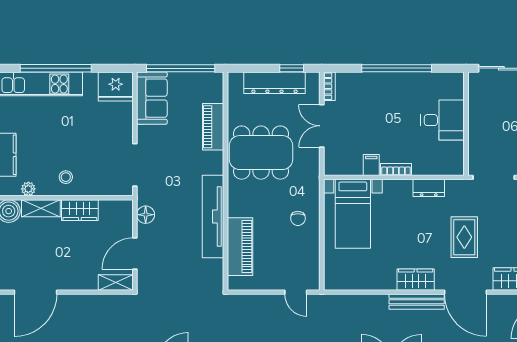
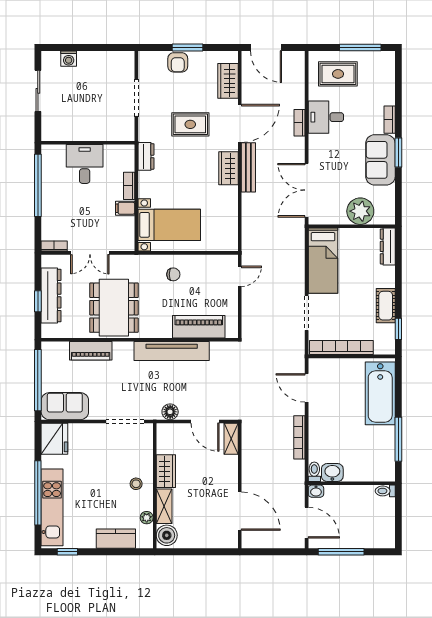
window: (292, 68) -> (38, 301), moved
desk: (443, 120) -> (85, 164), moved
wall: (466, 124) -> (88, 143), moved

